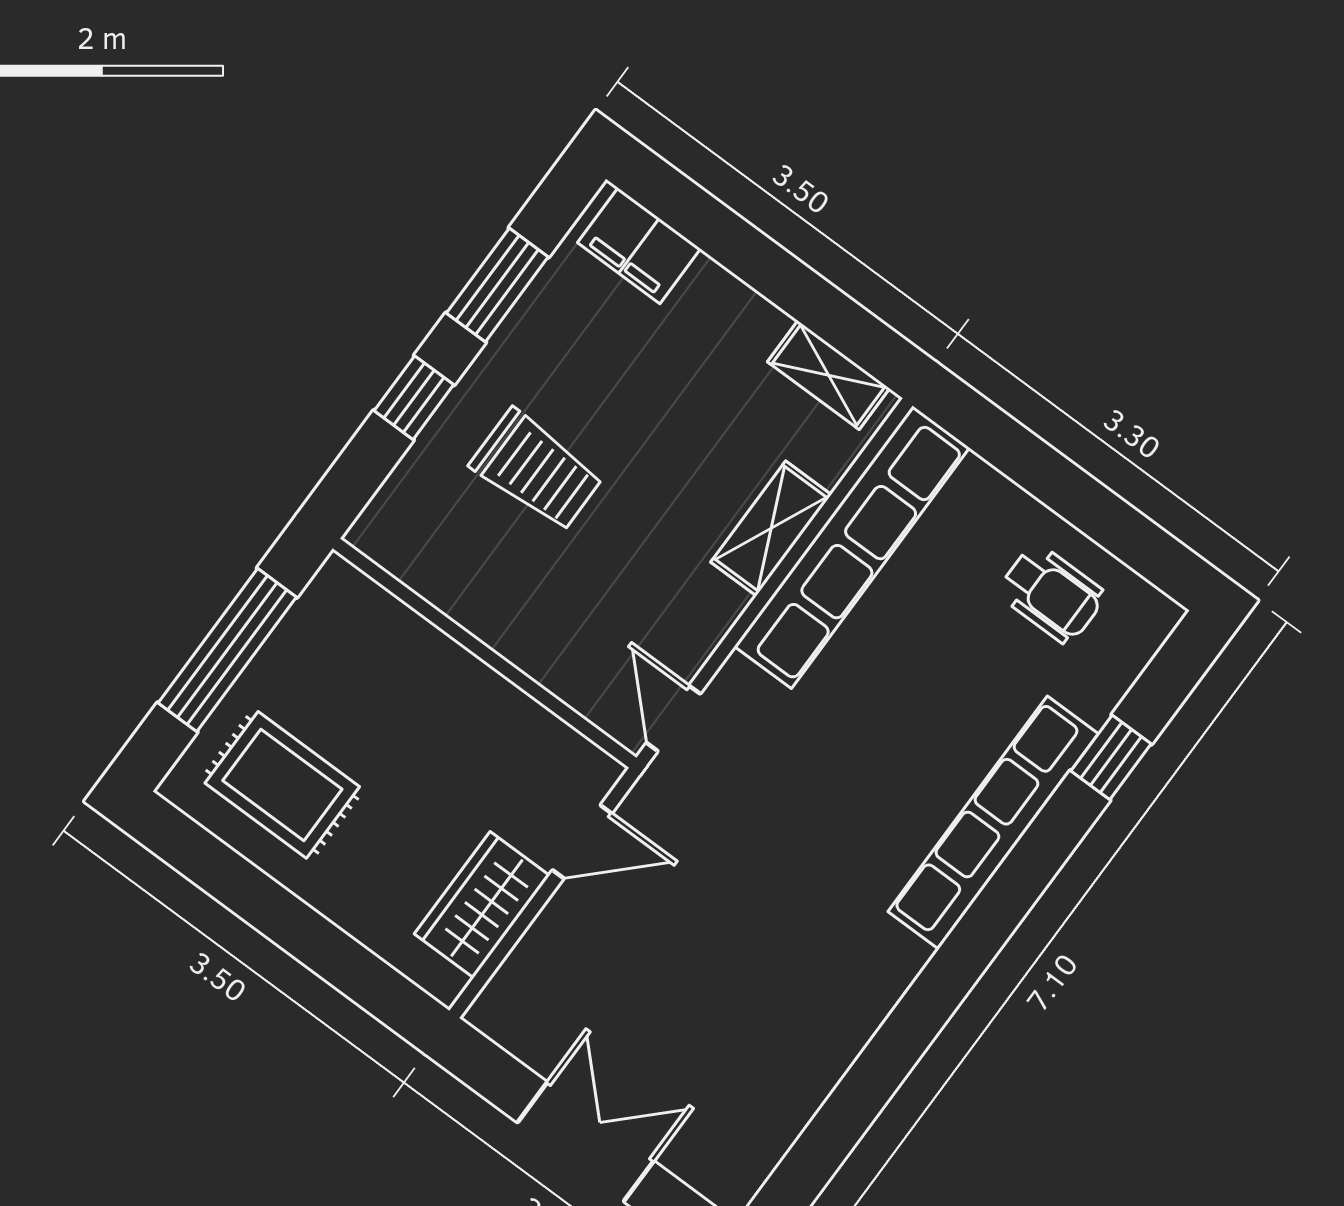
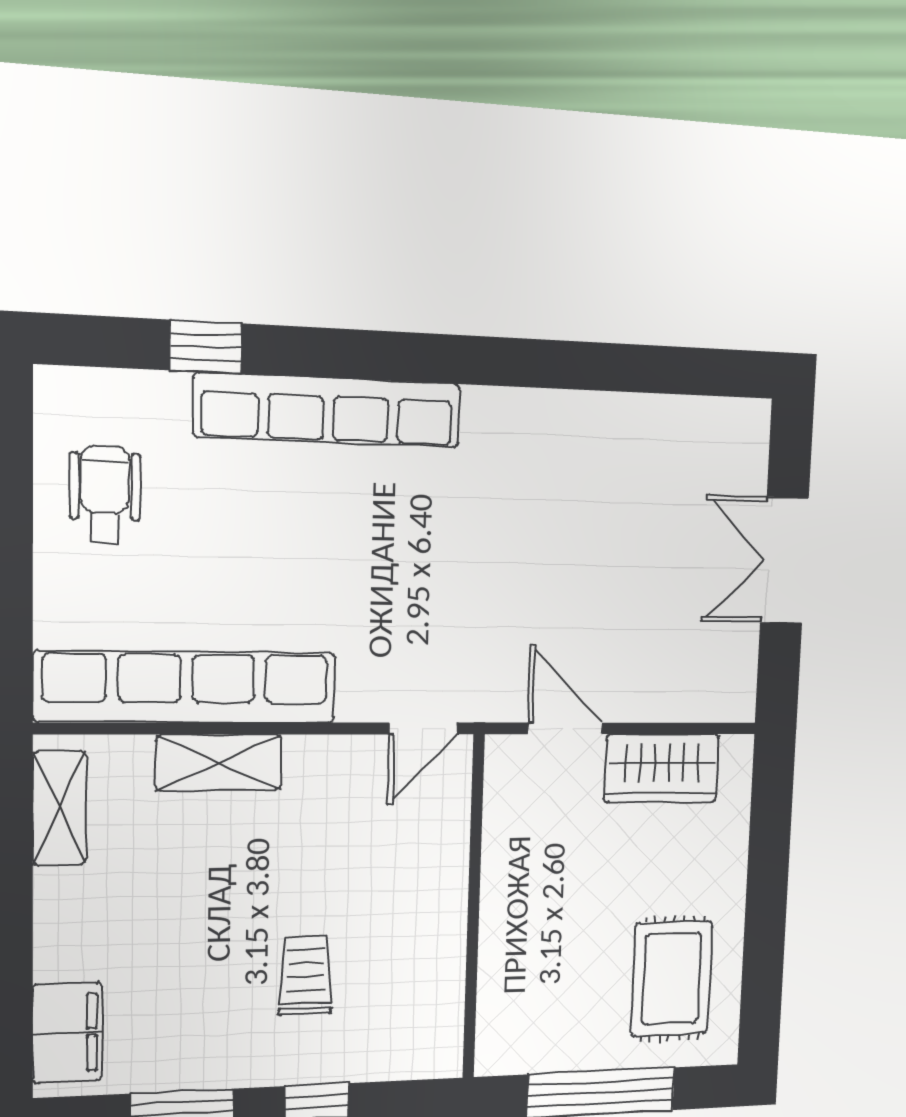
trolley: (537, 470) -> (306, 975), width x0.73, depth x0.72

